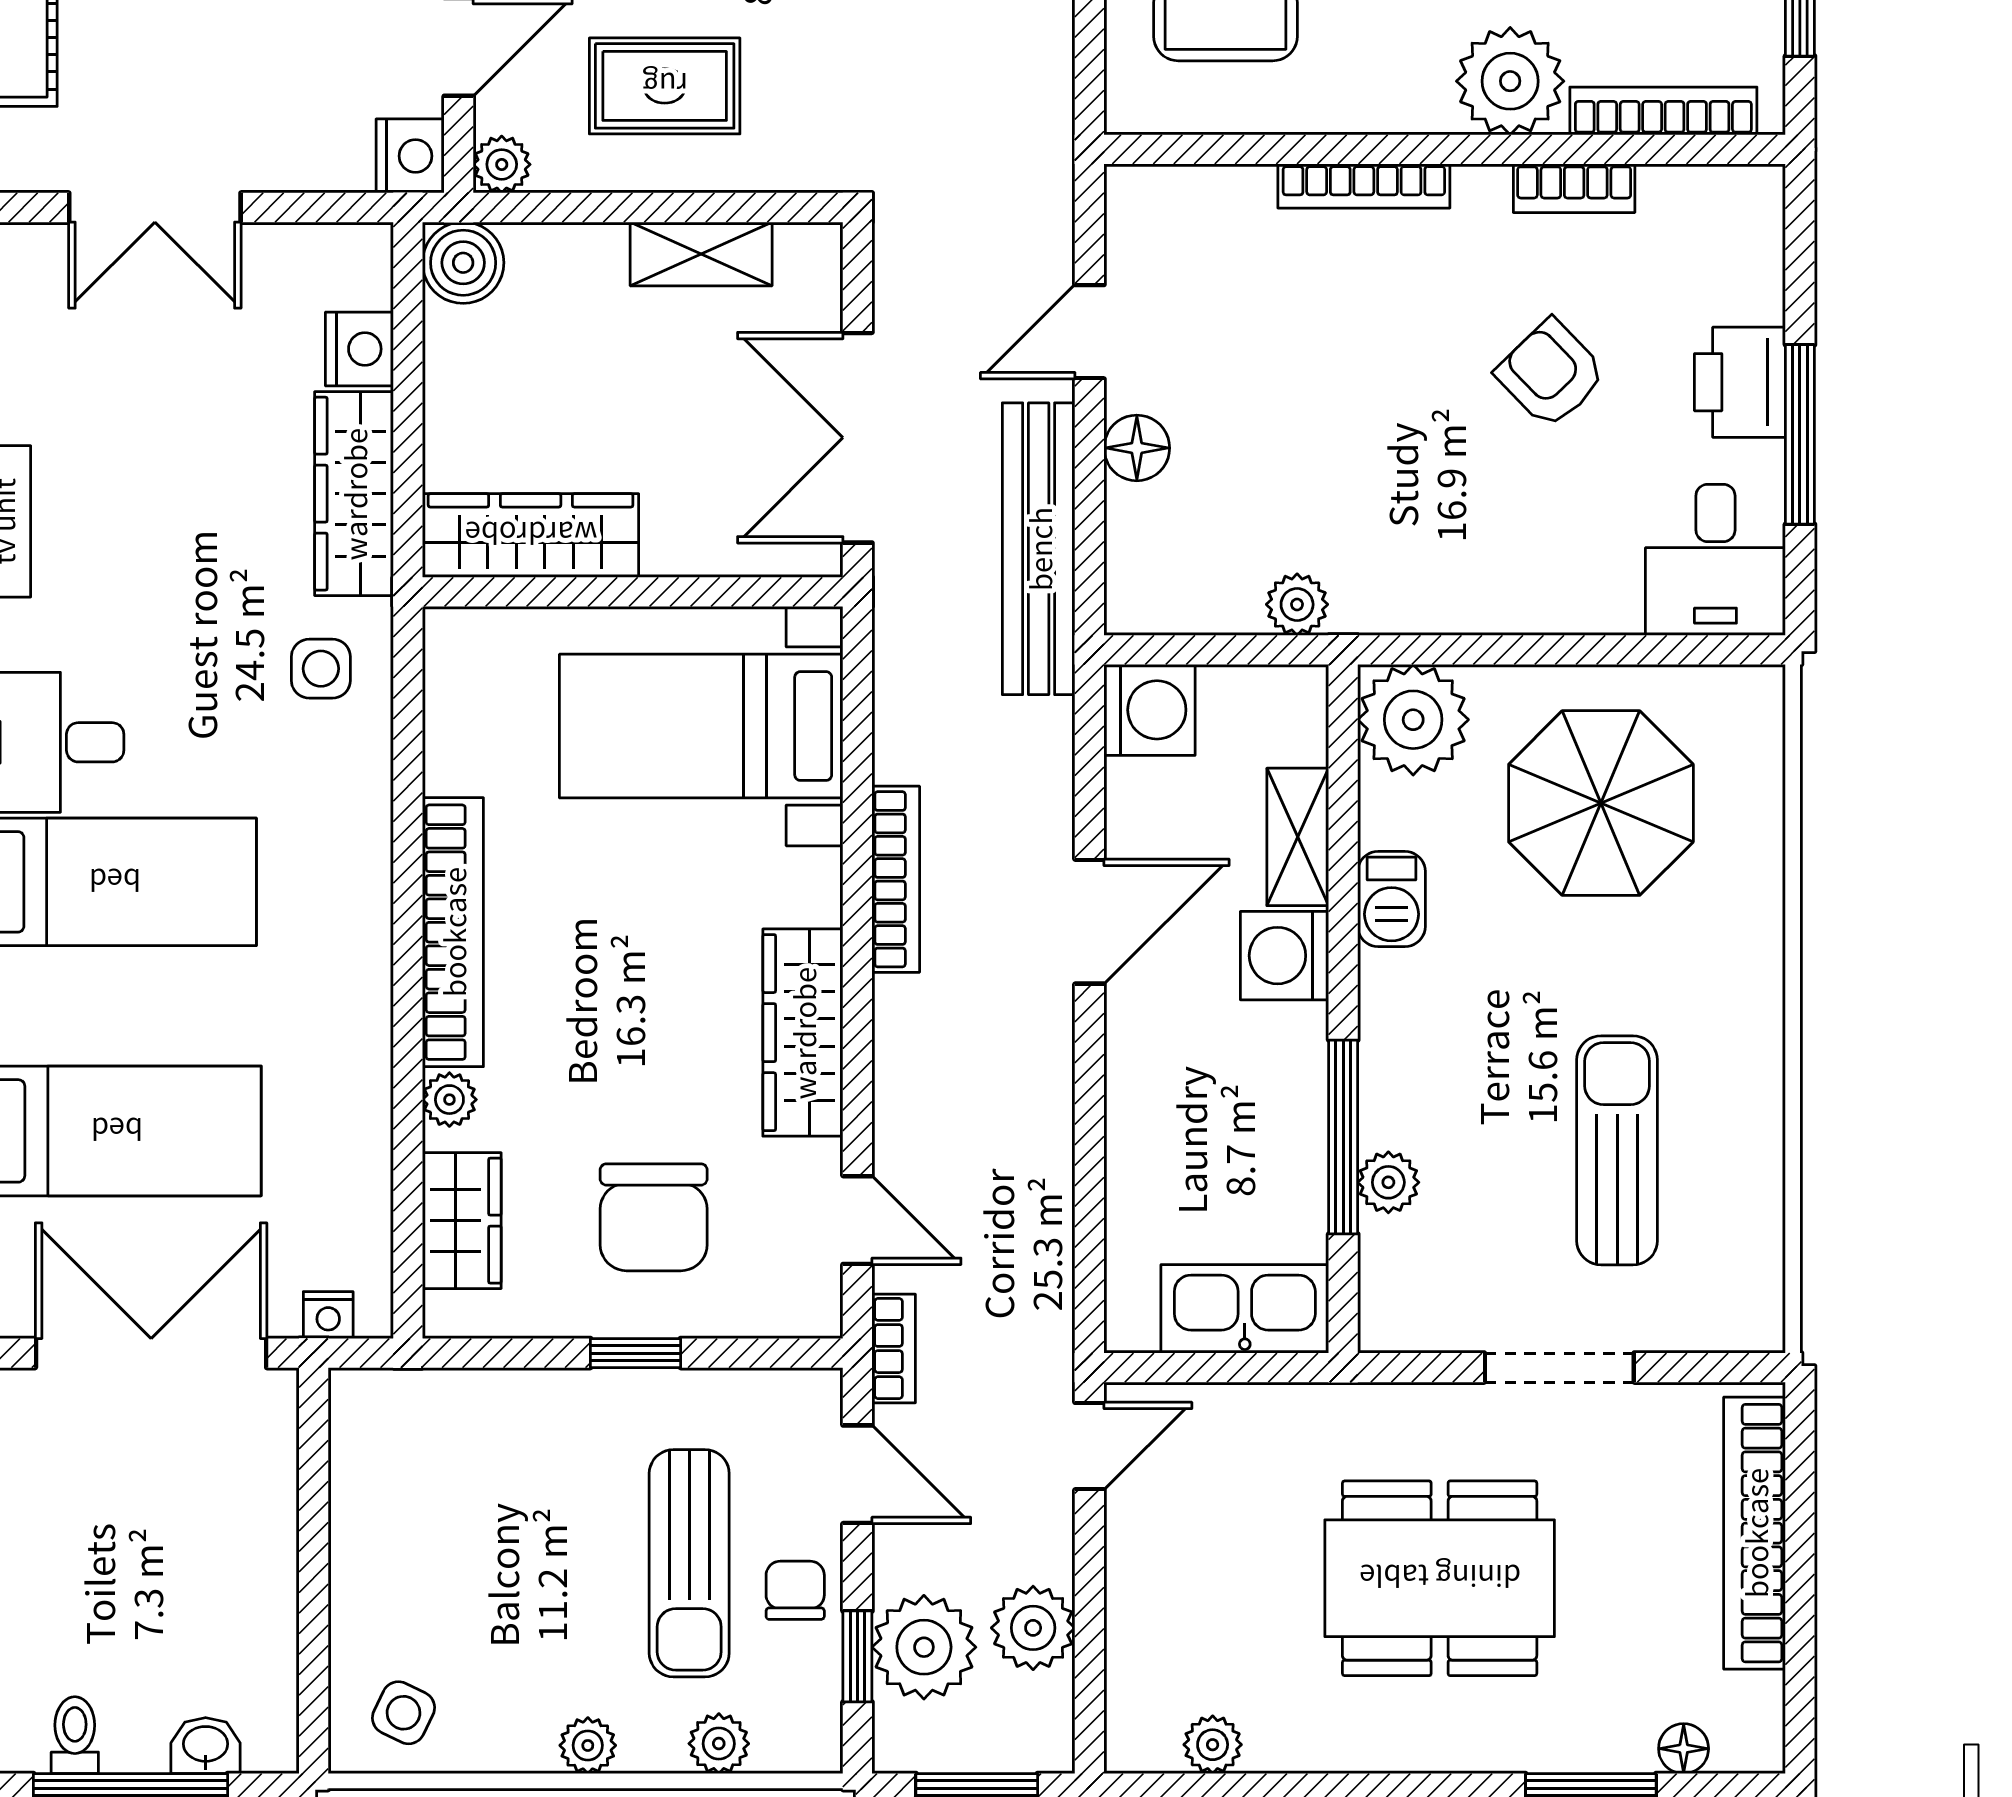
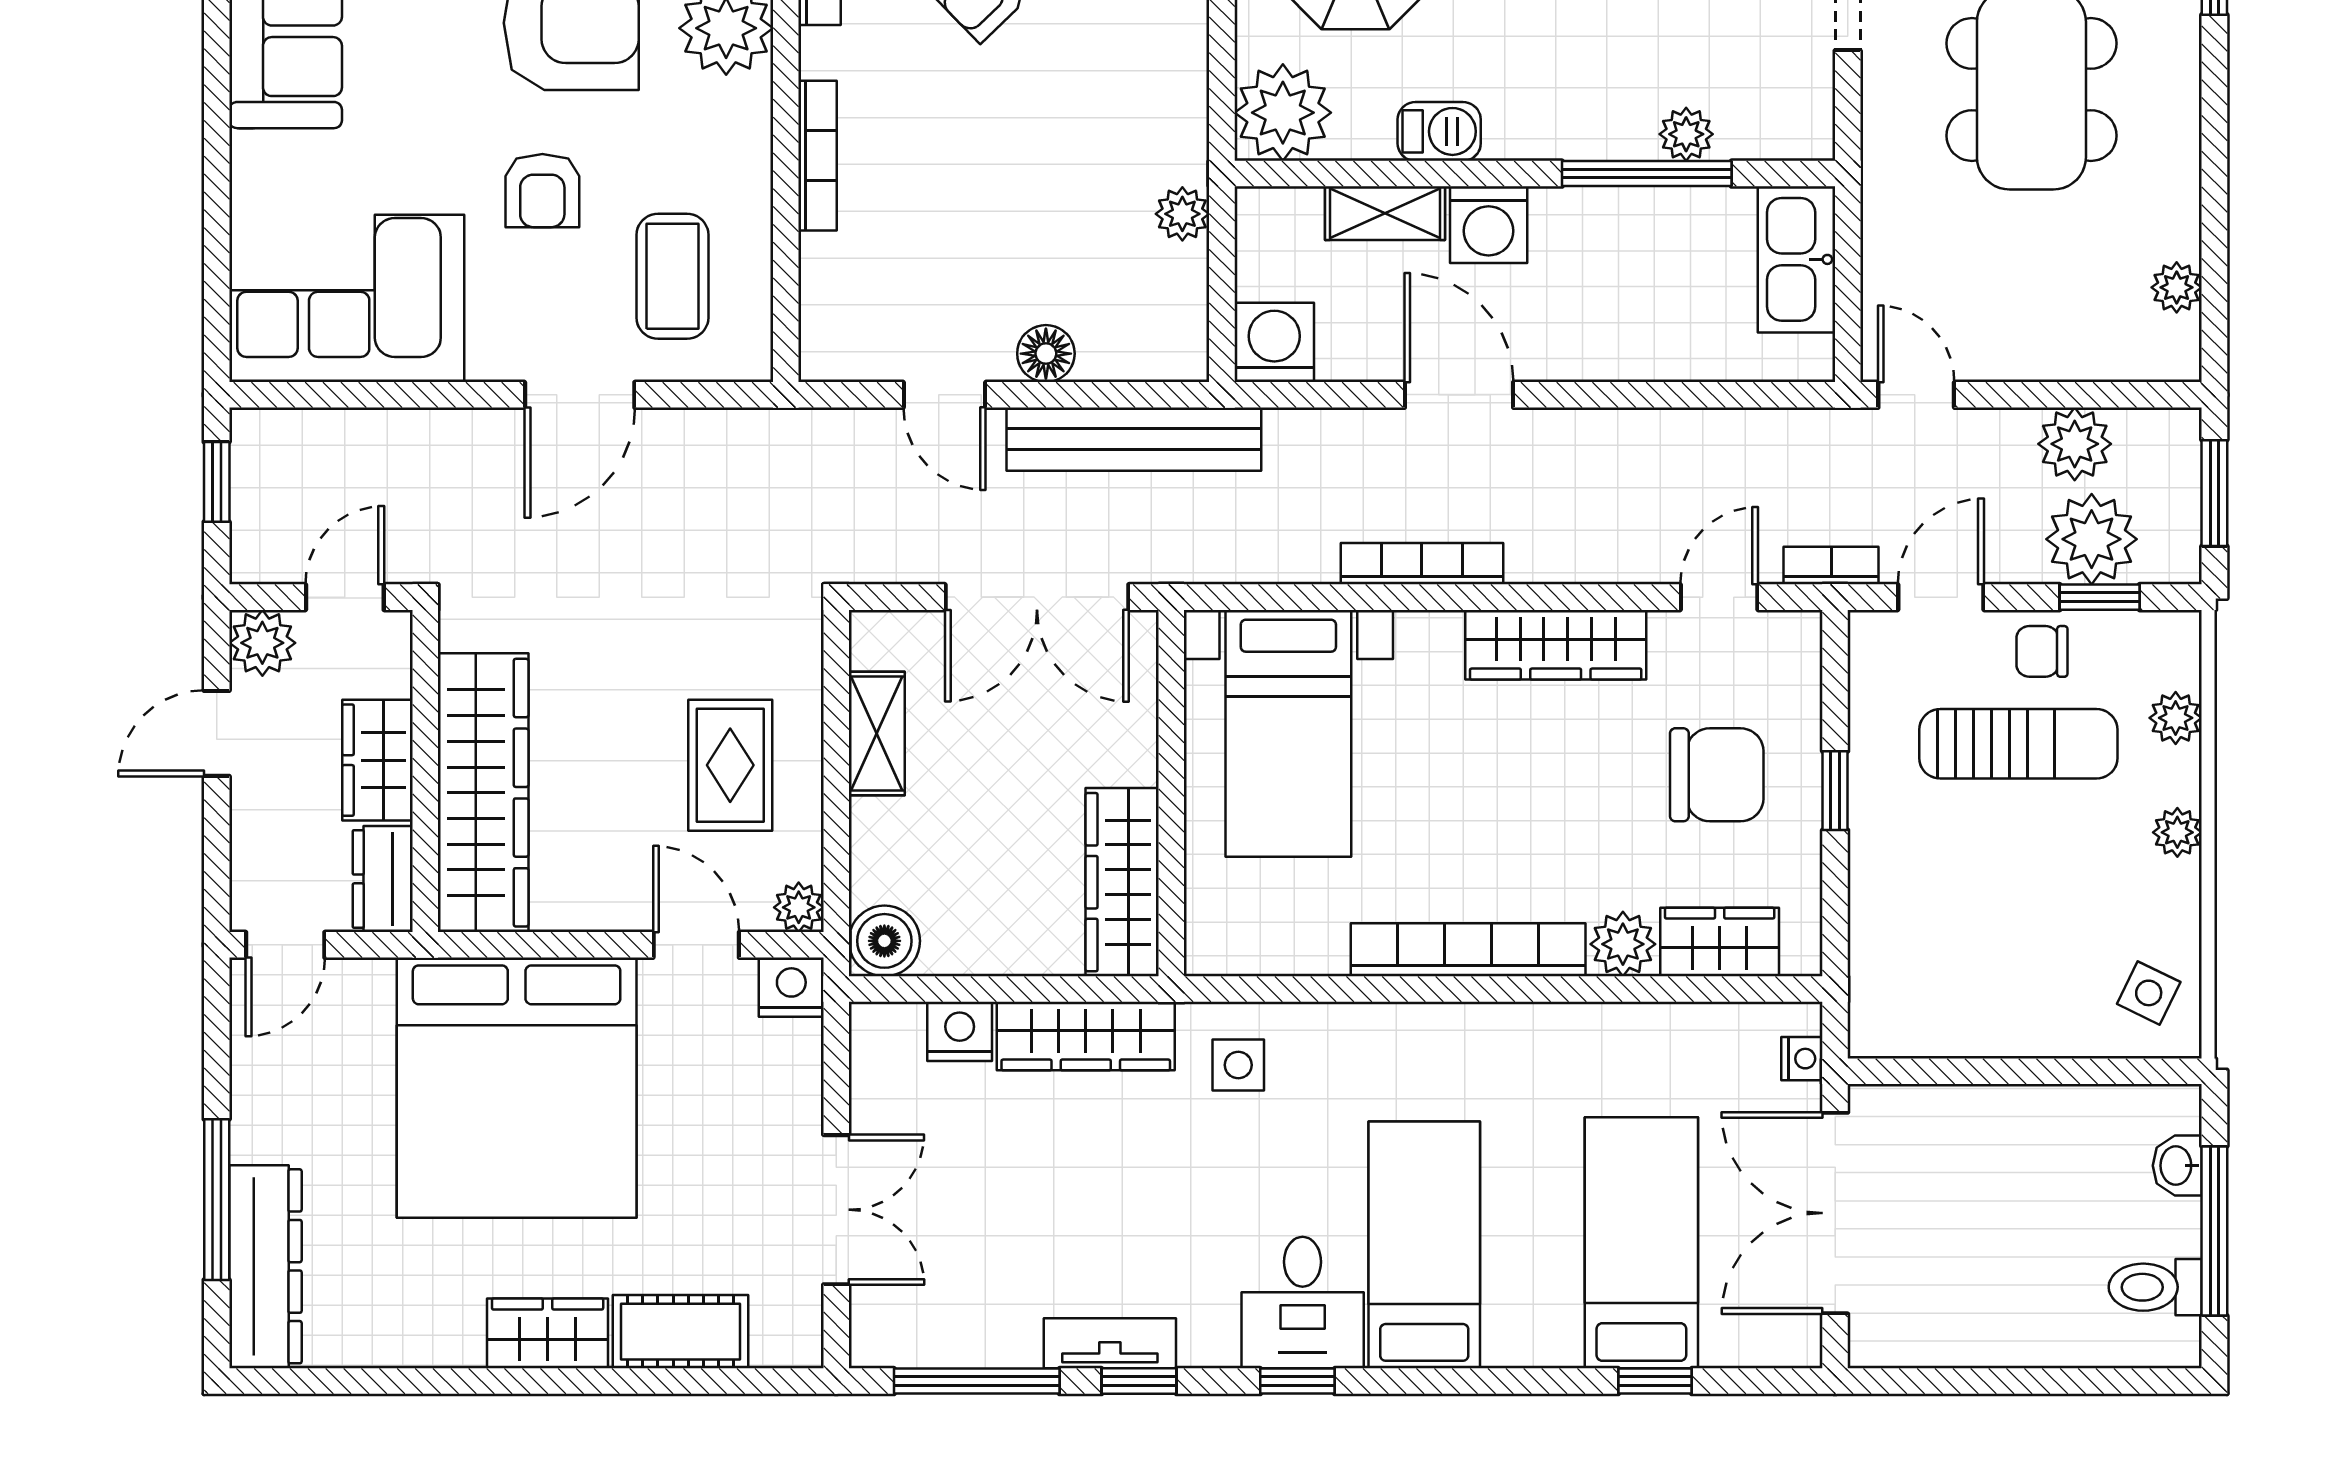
plant: (449, 1100) -> (1623, 944), width x1.38, depth x1.38
toilet: (75, 1735) -> (2155, 1287), width x1.37, depth x1.39

